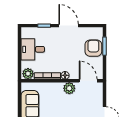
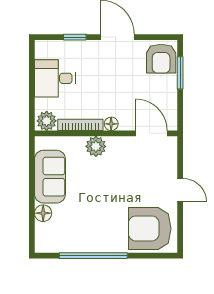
armchair: (93, 48) -> (161, 59), moved, turned 180
plant: (69, 88) -> (96, 146), moved

